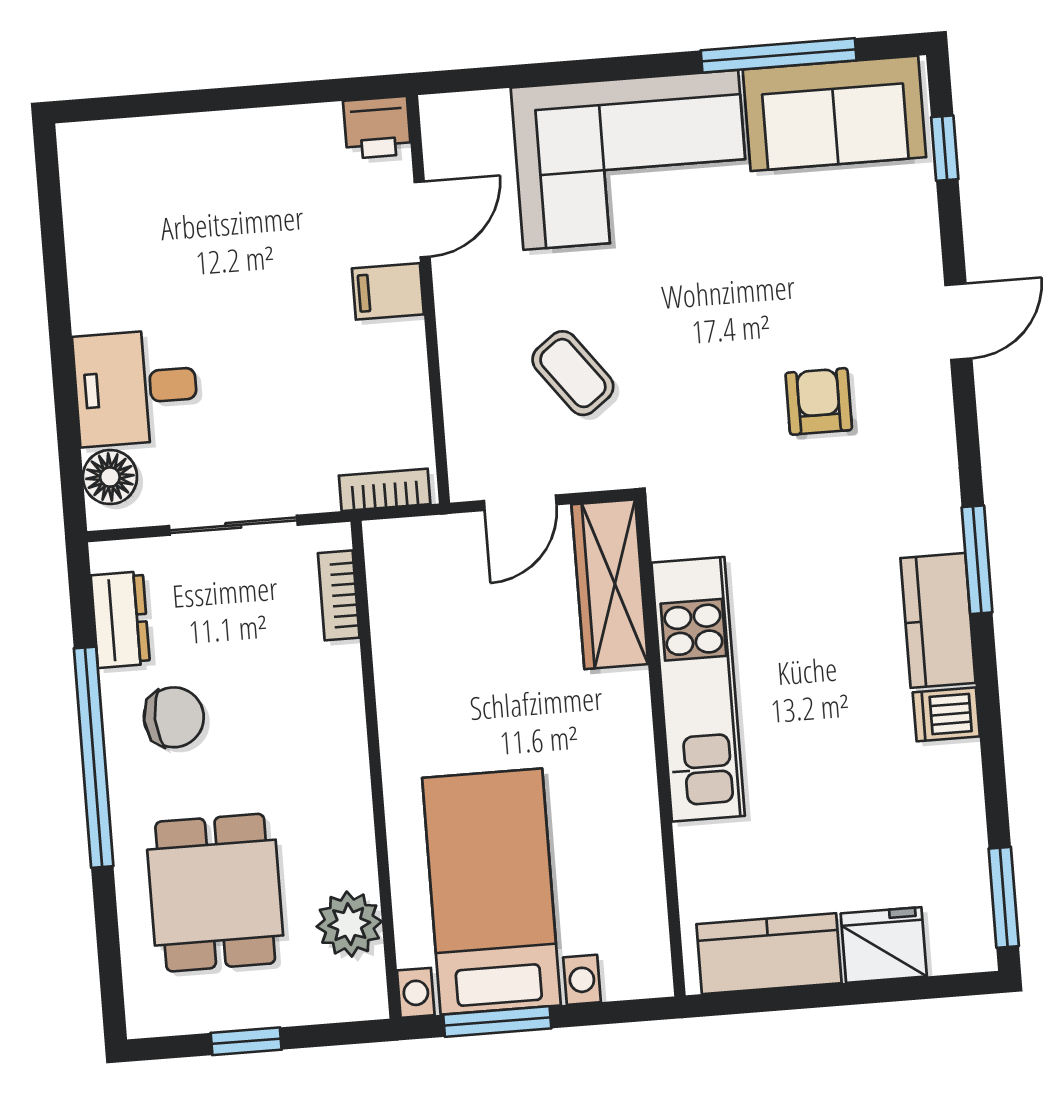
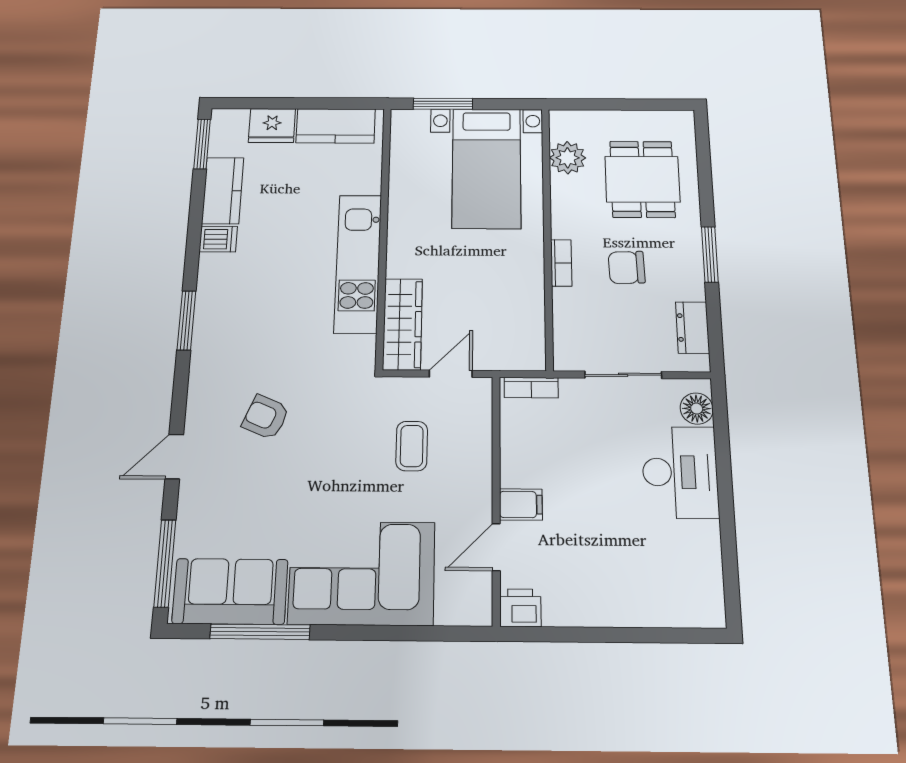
window: (945, 148) -> (165, 563), width x2.17
coffee table: (573, 373) -> (412, 446), turned 37
desk: (136, 388) -> (680, 472), width x1.37
armchair: (819, 401) -> (266, 417), turned 113
bookcase: (339, 595) -> (561, 263), moved
kitchen counter: (938, 620) -> (223, 191), moved
chair: (174, 717) -> (627, 267), moved
window: (94, 757) -> (710, 254), width x0.47
window: (497, 1021) -> (443, 104), moved
window: (246, 1041) -> (628, 105), removed

